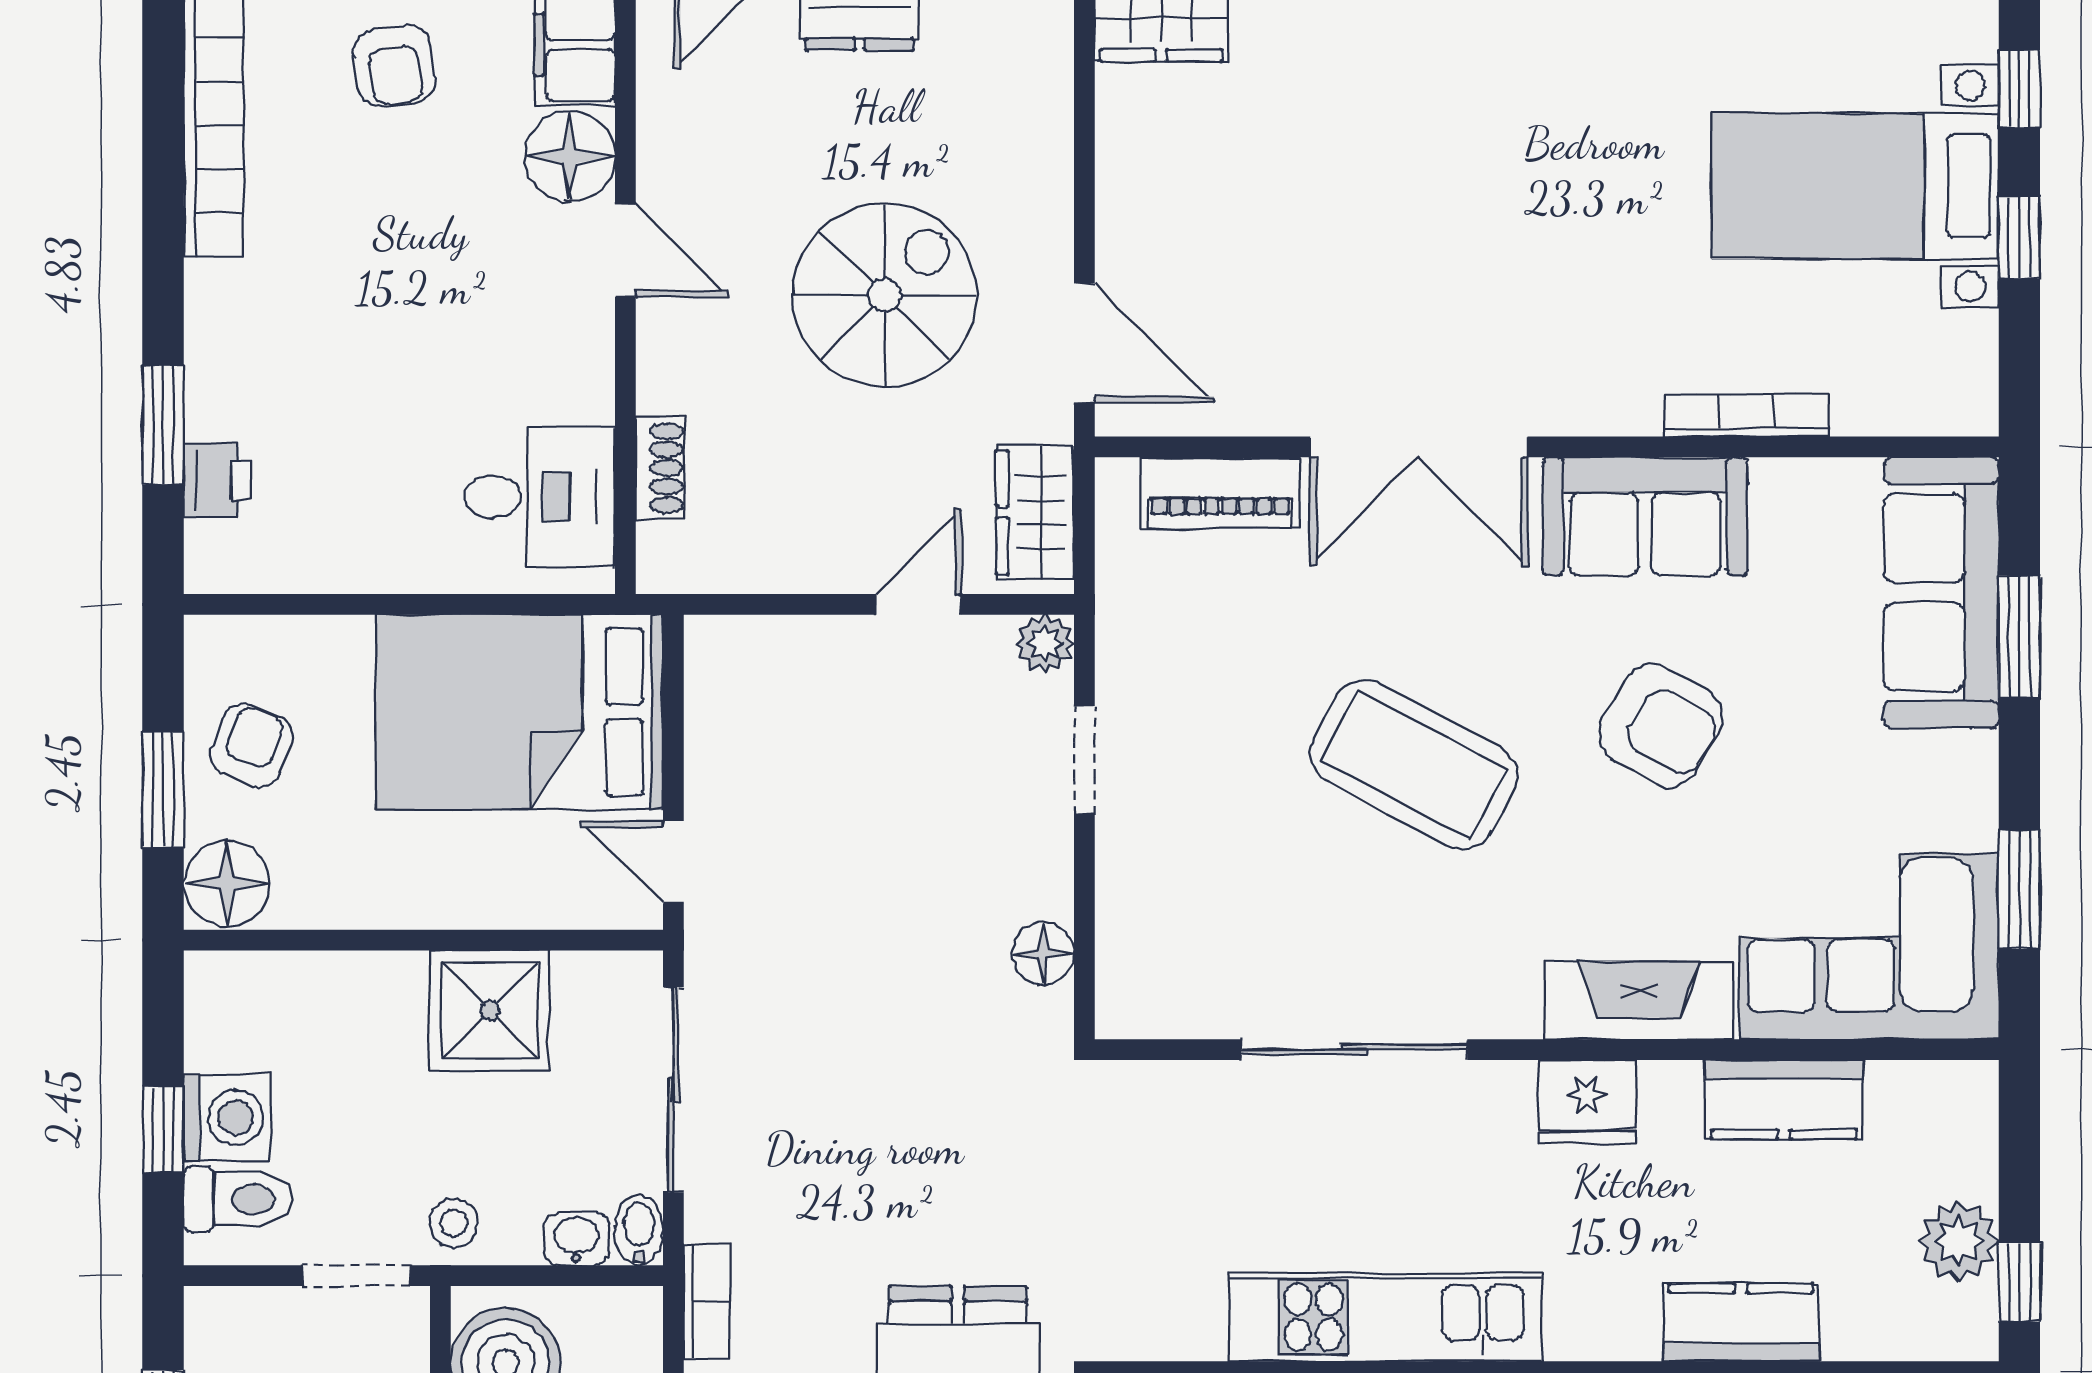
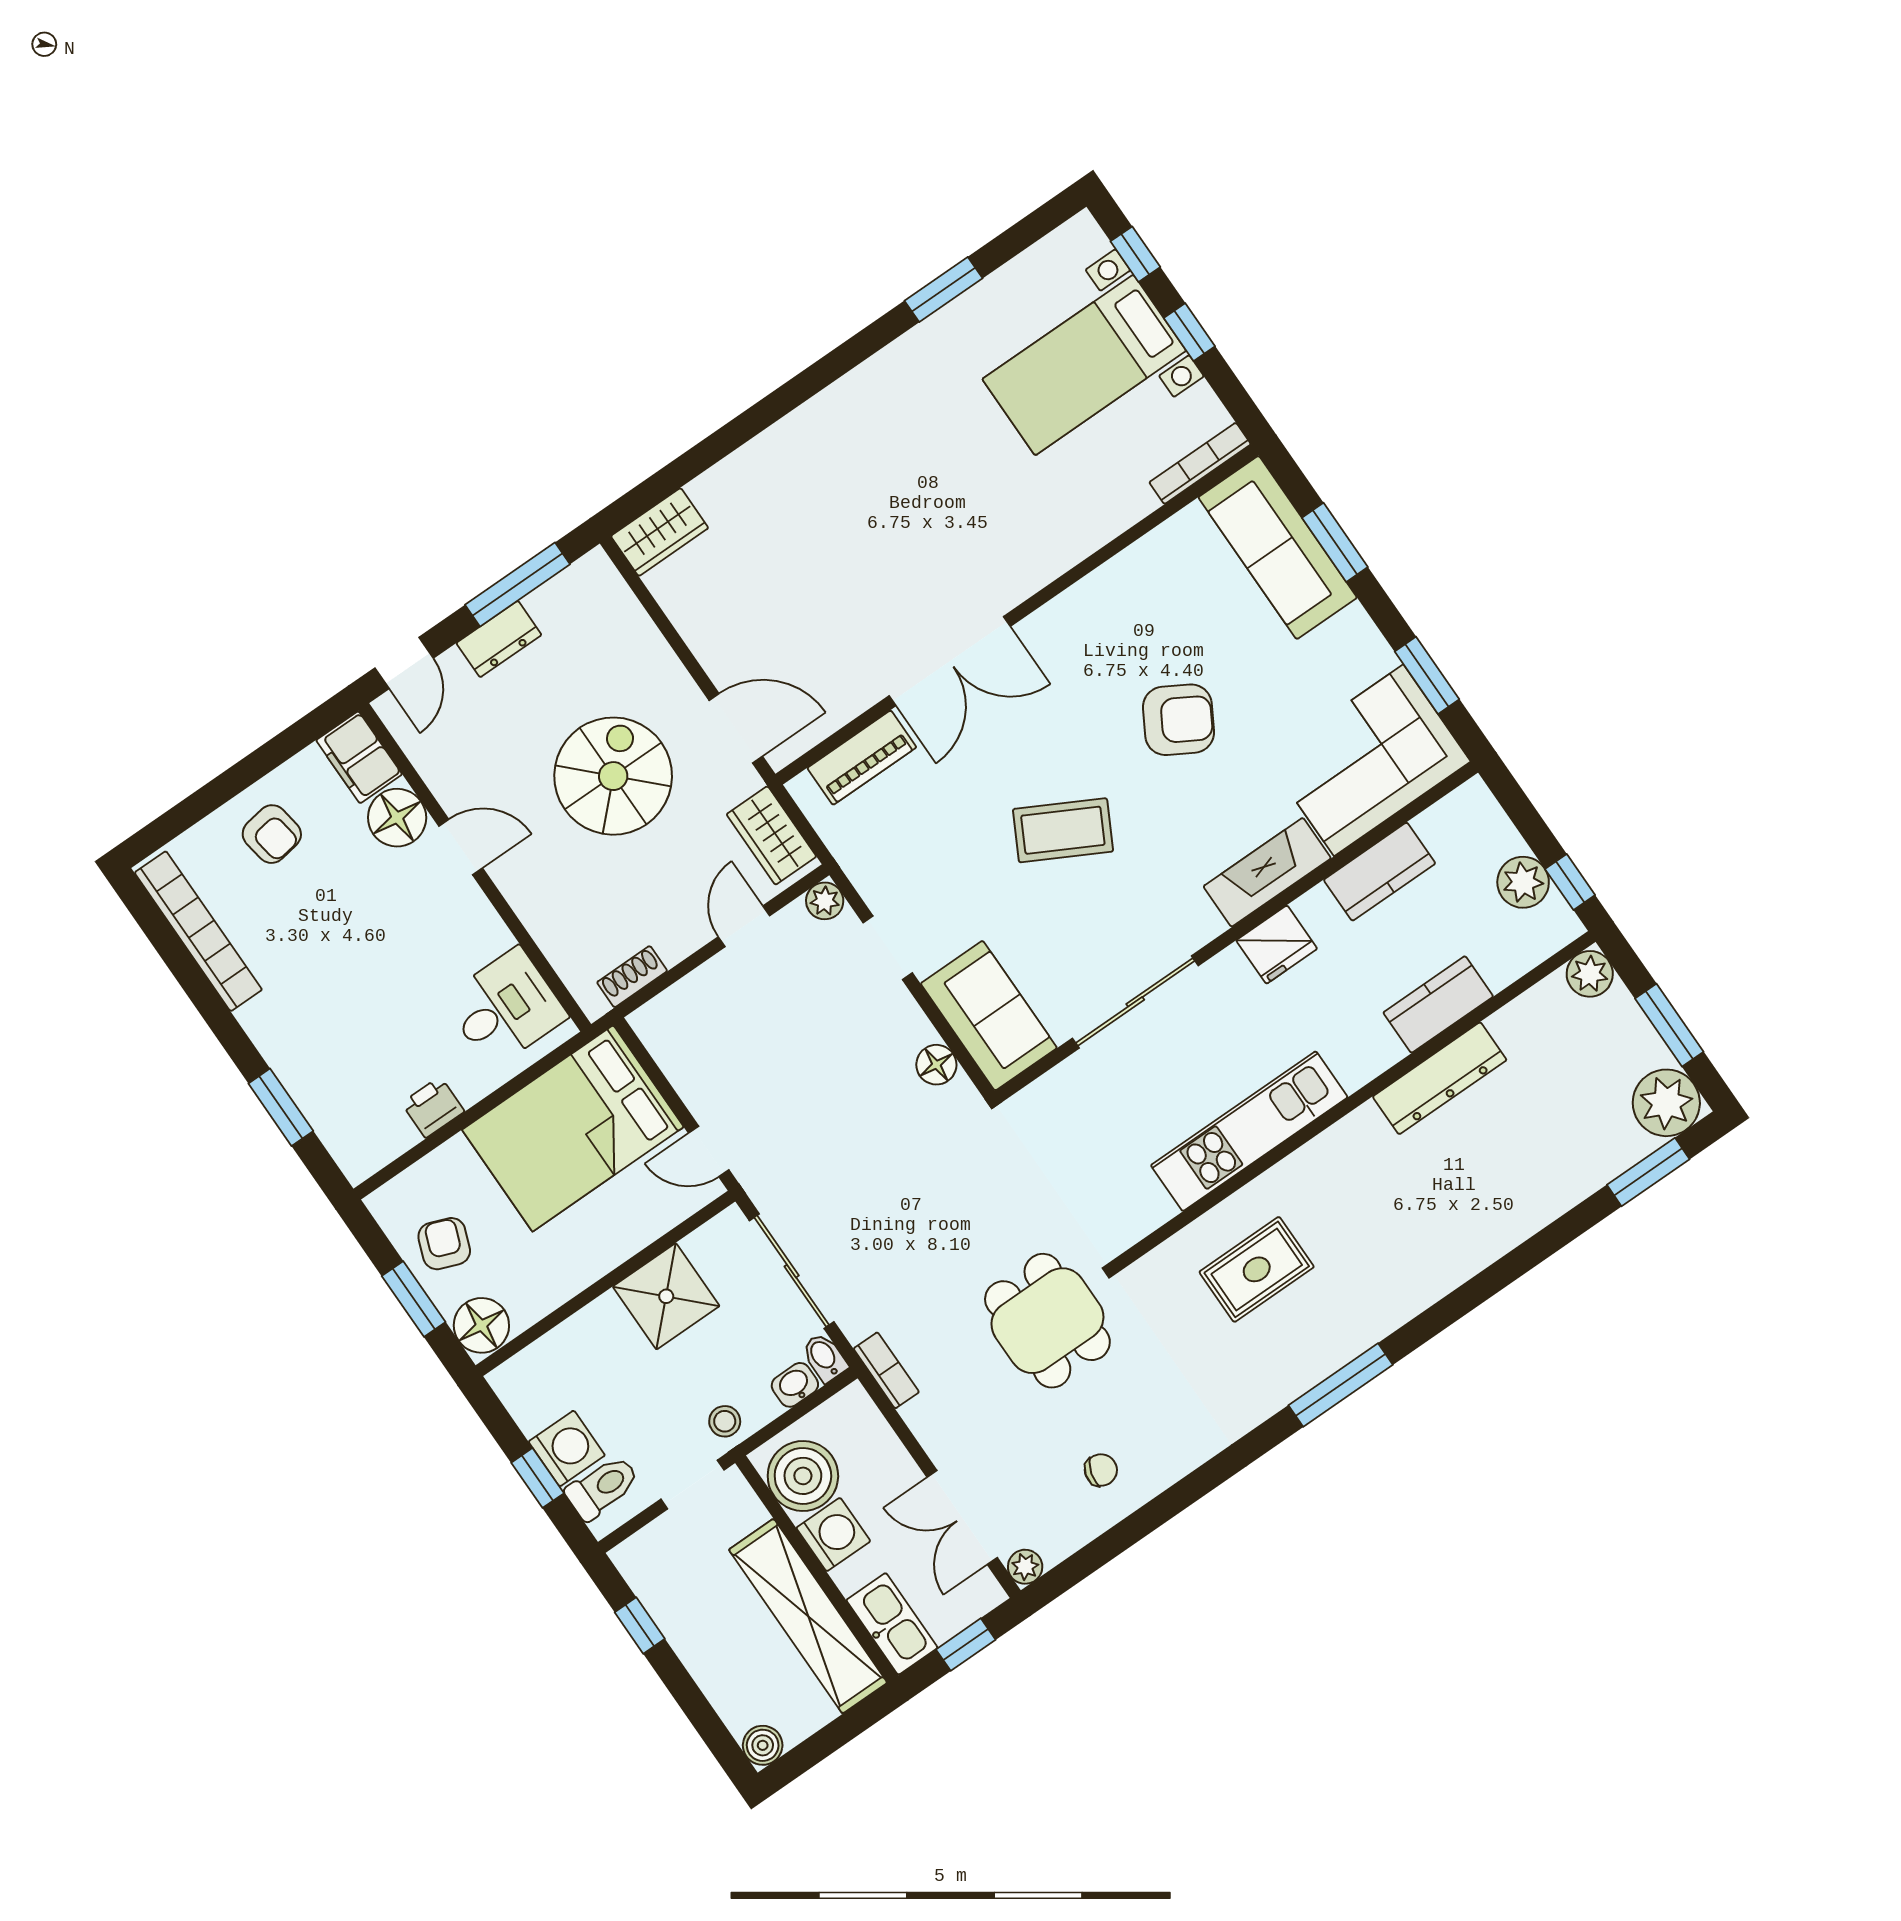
bookcase: (1746, 415) -> (1200, 463), moved
shoe rack: (660, 468) -> (632, 977), moved, turned -90
printer: (218, 480) -> (433, 1107), moved, turned -90
sofa: (1645, 516) -> (989, 1016), moved, turned -90
coffee table: (1414, 765) -> (1063, 830), width x0.73, depth x0.76

